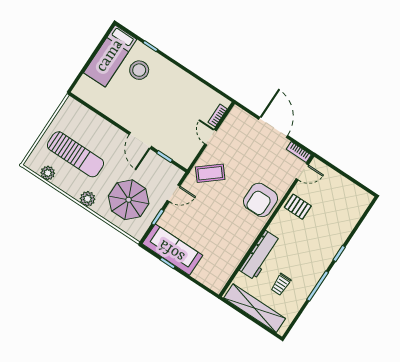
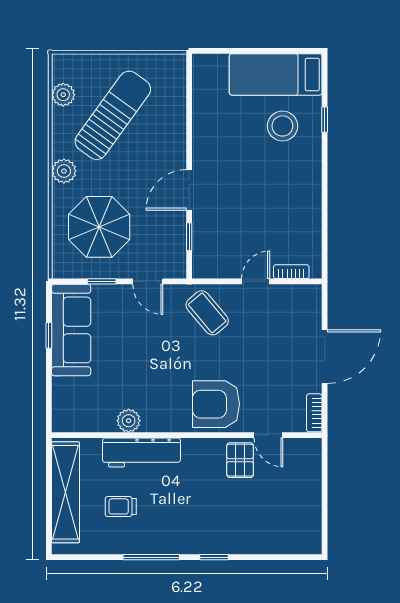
sun lounger: (75, 154) -> (113, 115), turned -144
door: (302, 172) -> (268, 435), moved
plant: (239, 251) -> (129, 421), added

